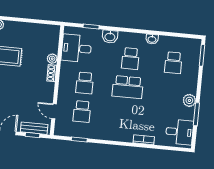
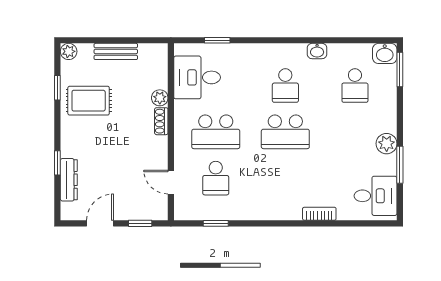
washbasin: (110, 37) -> (385, 53), moved
school desk: (85, 83) -> (216, 132), width x1.85
bench: (34, 128) -> (116, 51), moved

